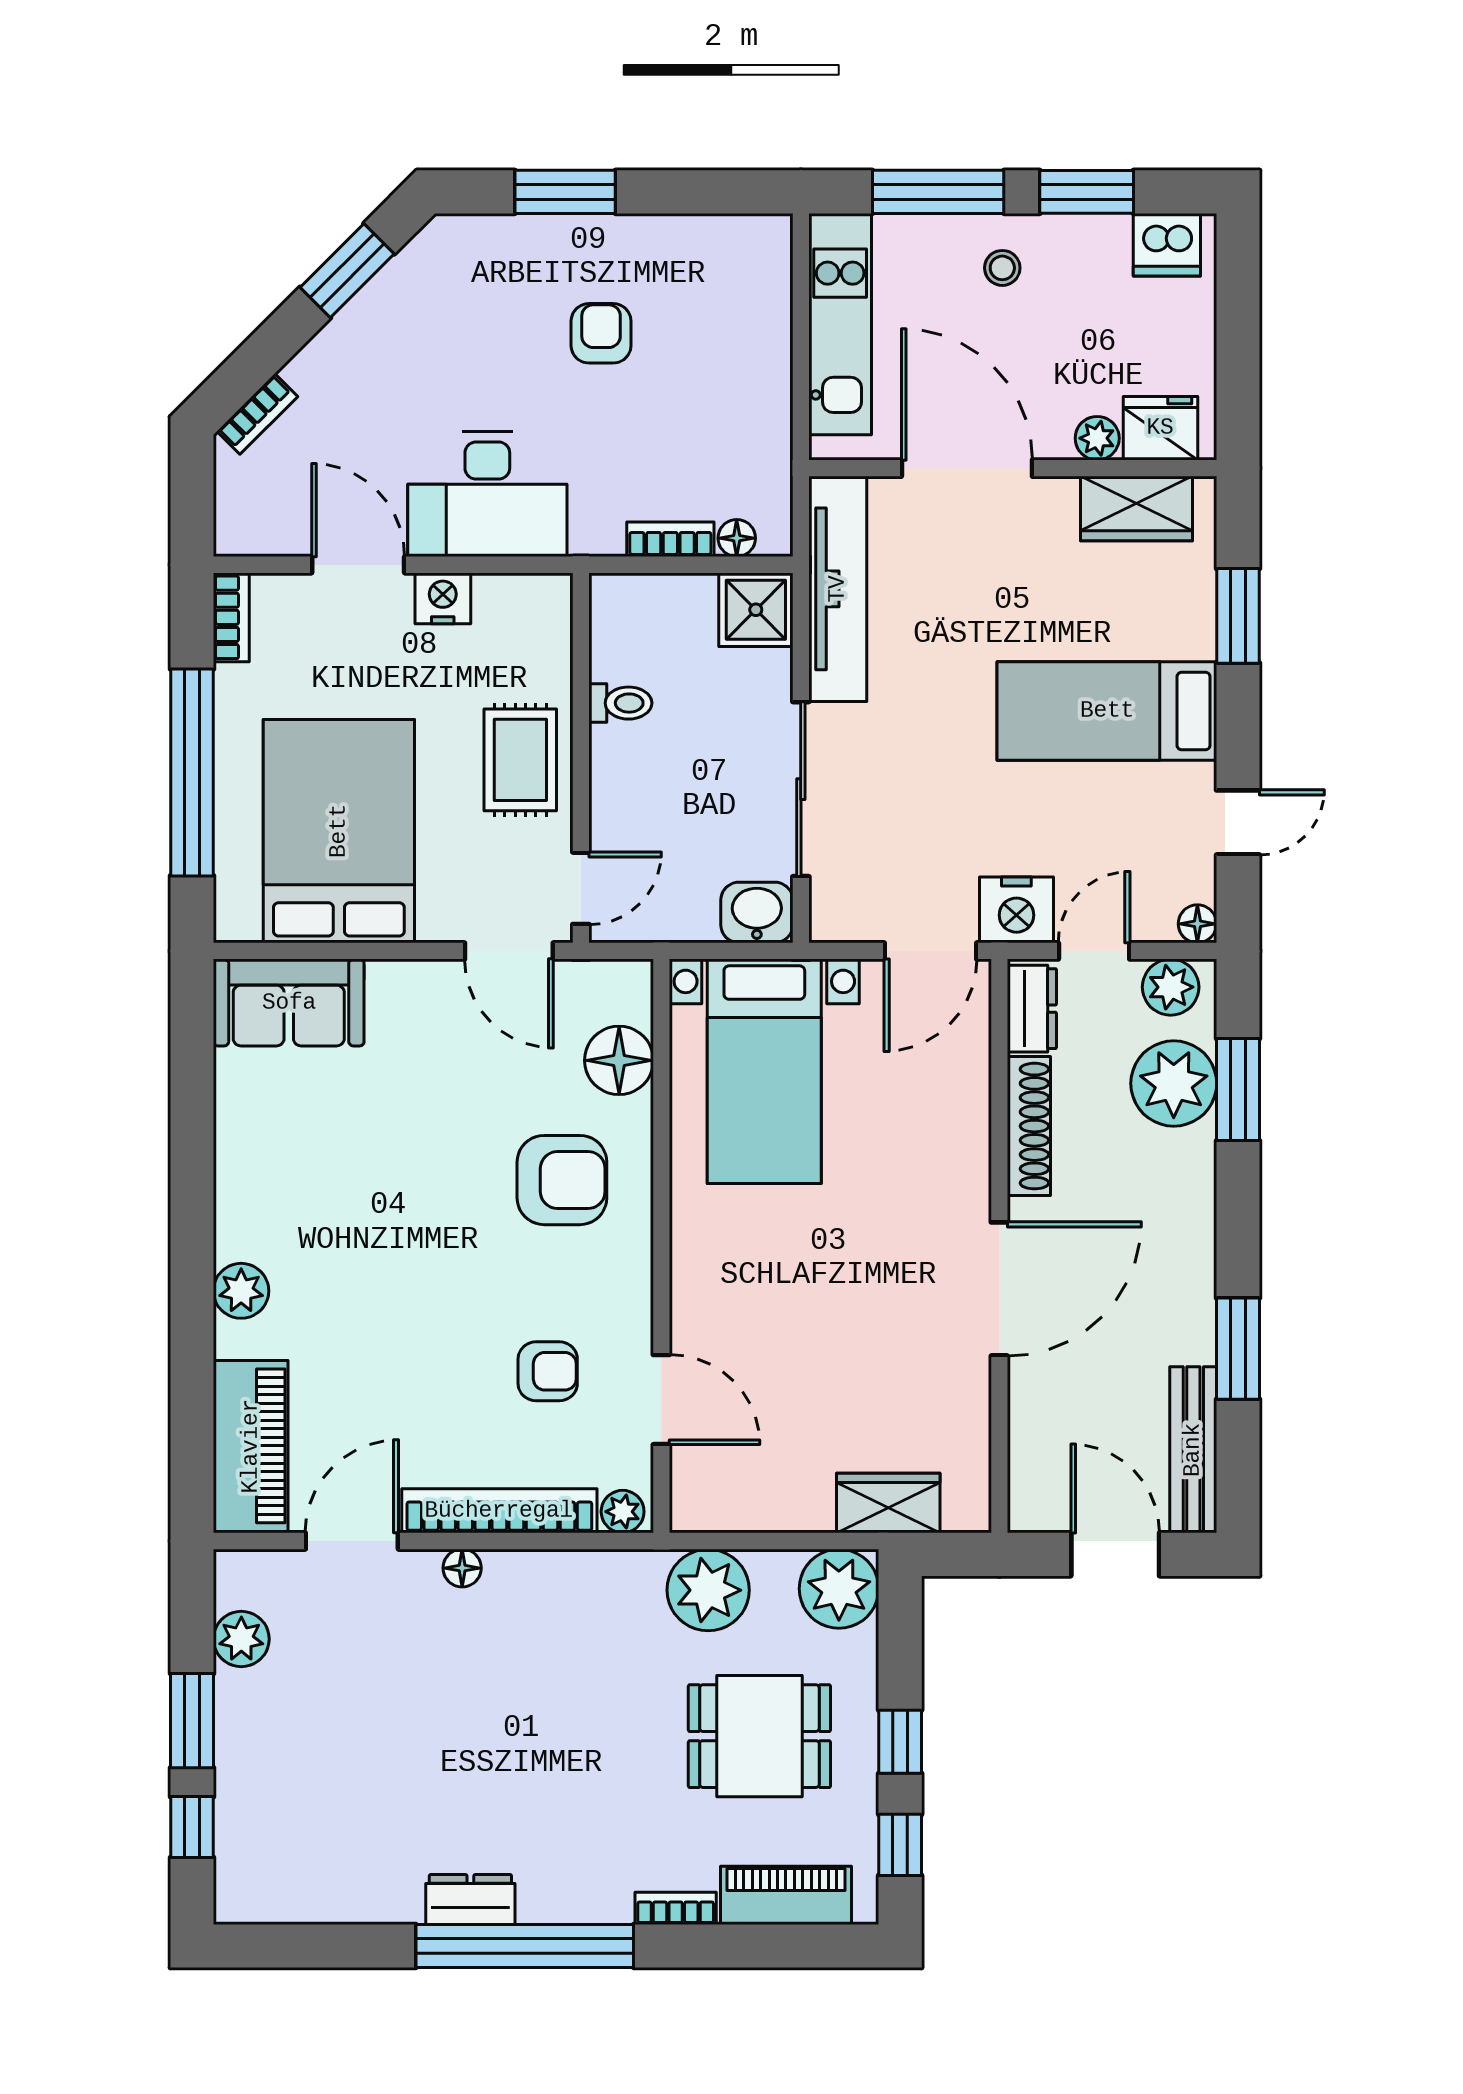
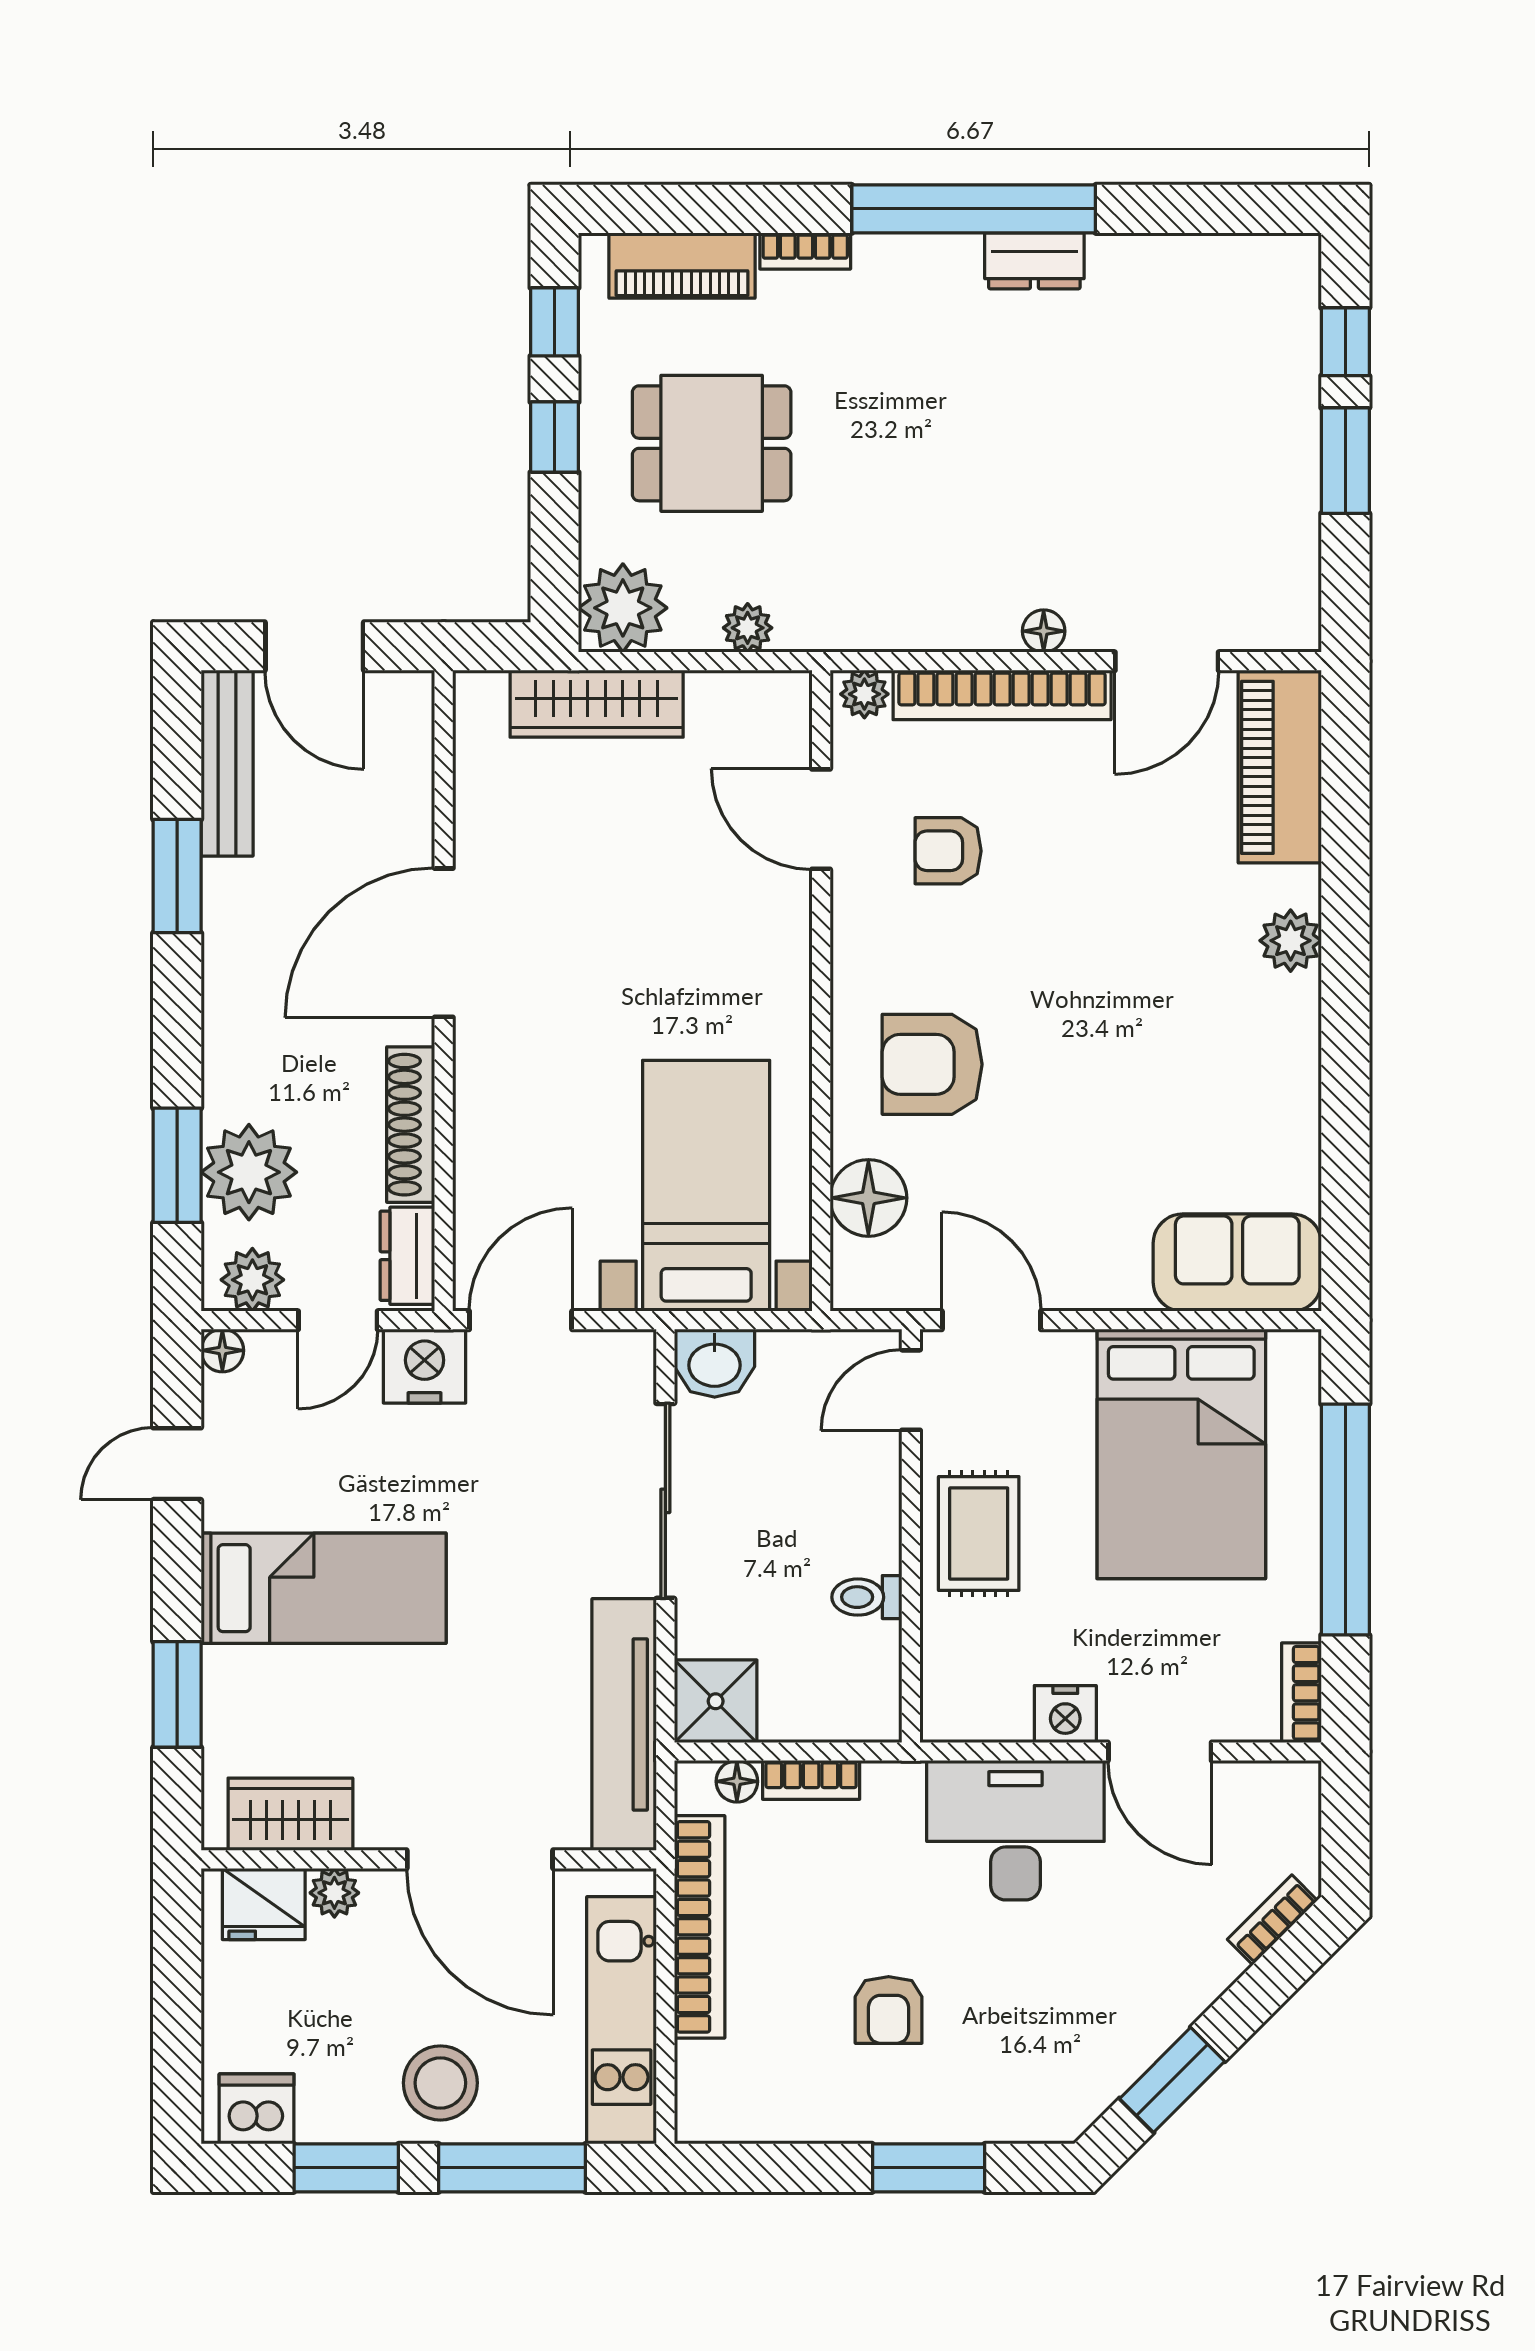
stool: (1002, 268) -> (440, 2083), width x1.89, depth x1.89
bookcase: (770, 408) -> (700, 1927), added
wardrobe: (888, 1503) -> (597, 704), width x1.50
plant: (708, 1590) -> (748, 628), width x0.53, depth x0.53
plant: (241, 1639) -> (1290, 552), removed

